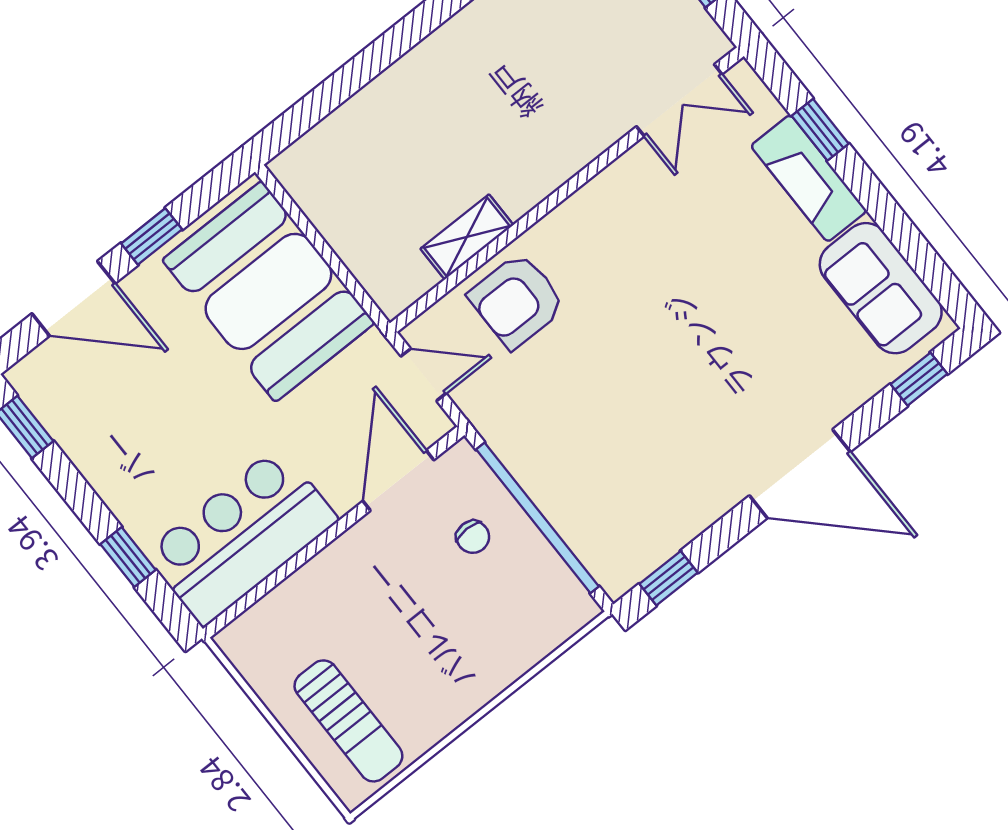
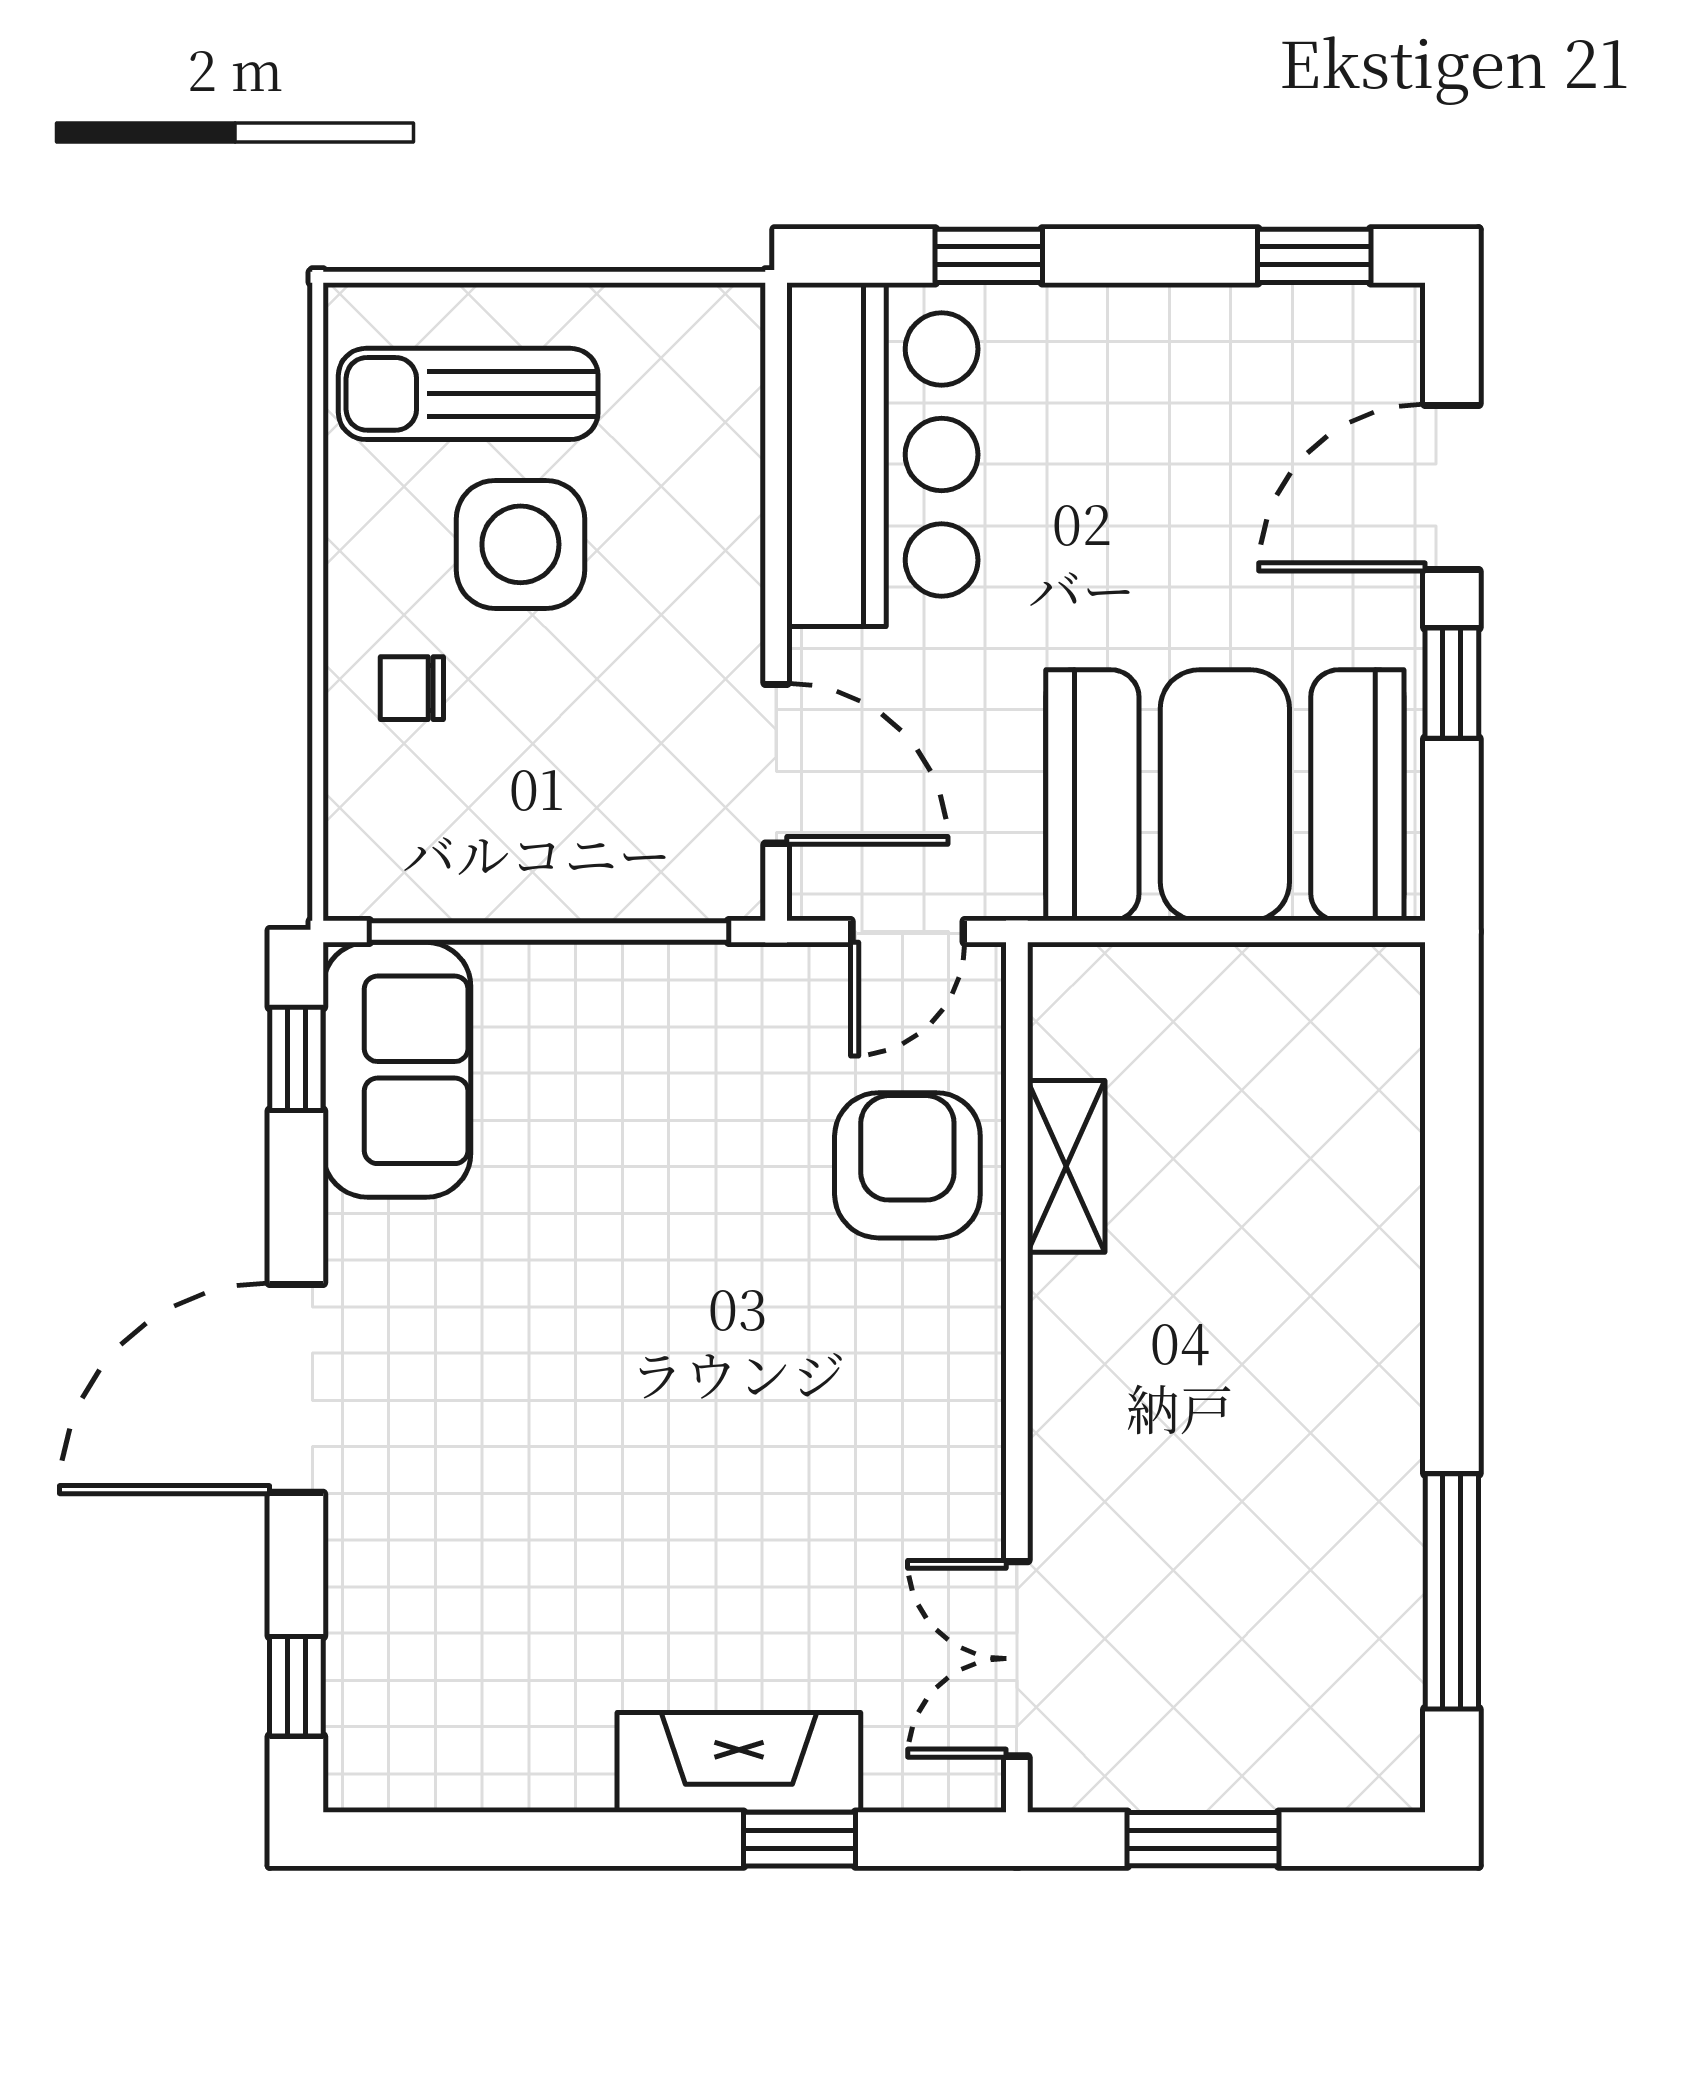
sofa: (881, 288) -> (397, 1070), moved, turned 90
chair: (473, 537) -> (412, 688), moved
side table: (392, 652) -> (520, 544), added

